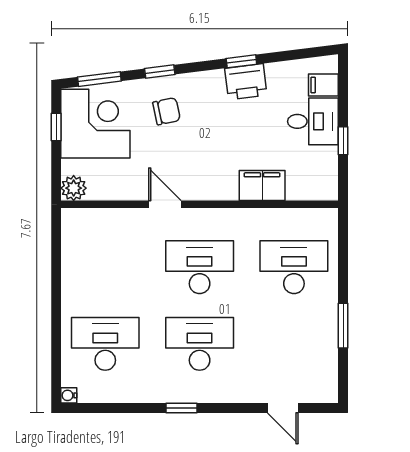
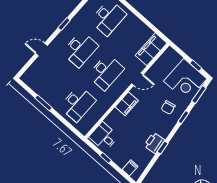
desk: (313, 121) -> (104, 137), moved, turned 90
filing cabinet: (262, 185) -> (127, 104), moved
plant: (74, 188) -> (170, 53), removed
filing cabinet: (95, 225) -> (151, 49), added
door: (283, 408) -> (41, 49), moved

